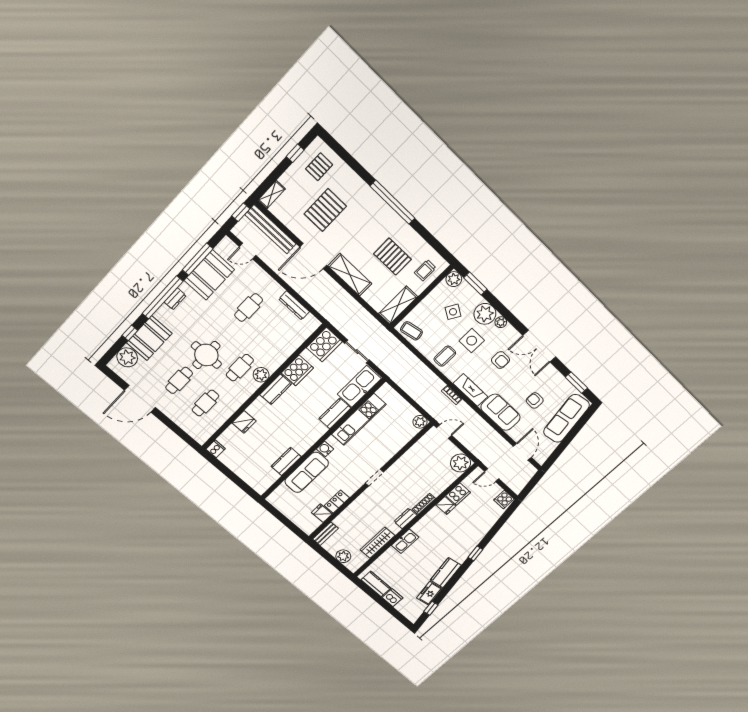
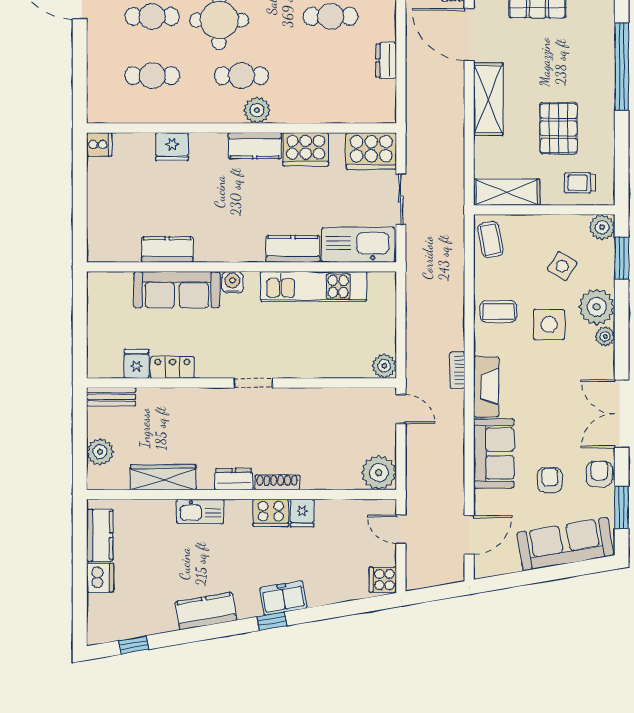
dresser: (294, 305) -> (386, 61), width x0.70
armchair: (500, 360) -> (599, 474), moved, turned 180
cooker: (458, 494) -> (271, 513), moved
freezer: (429, 593) -> (283, 598), moved

